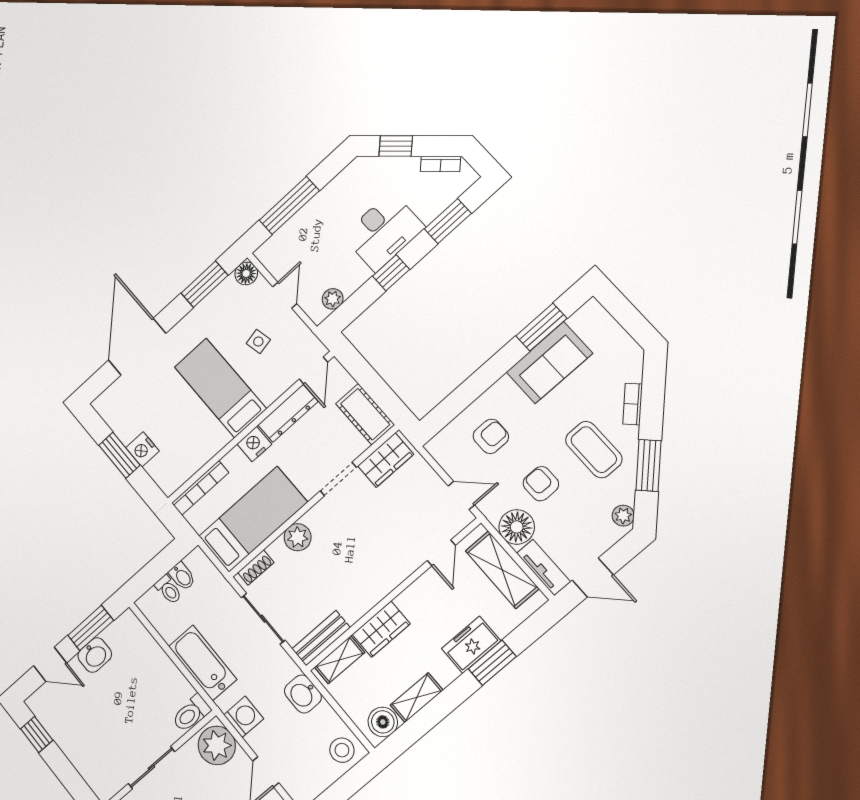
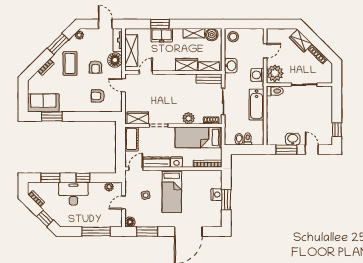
sofa: (549, 363) -> (43, 103), moved

